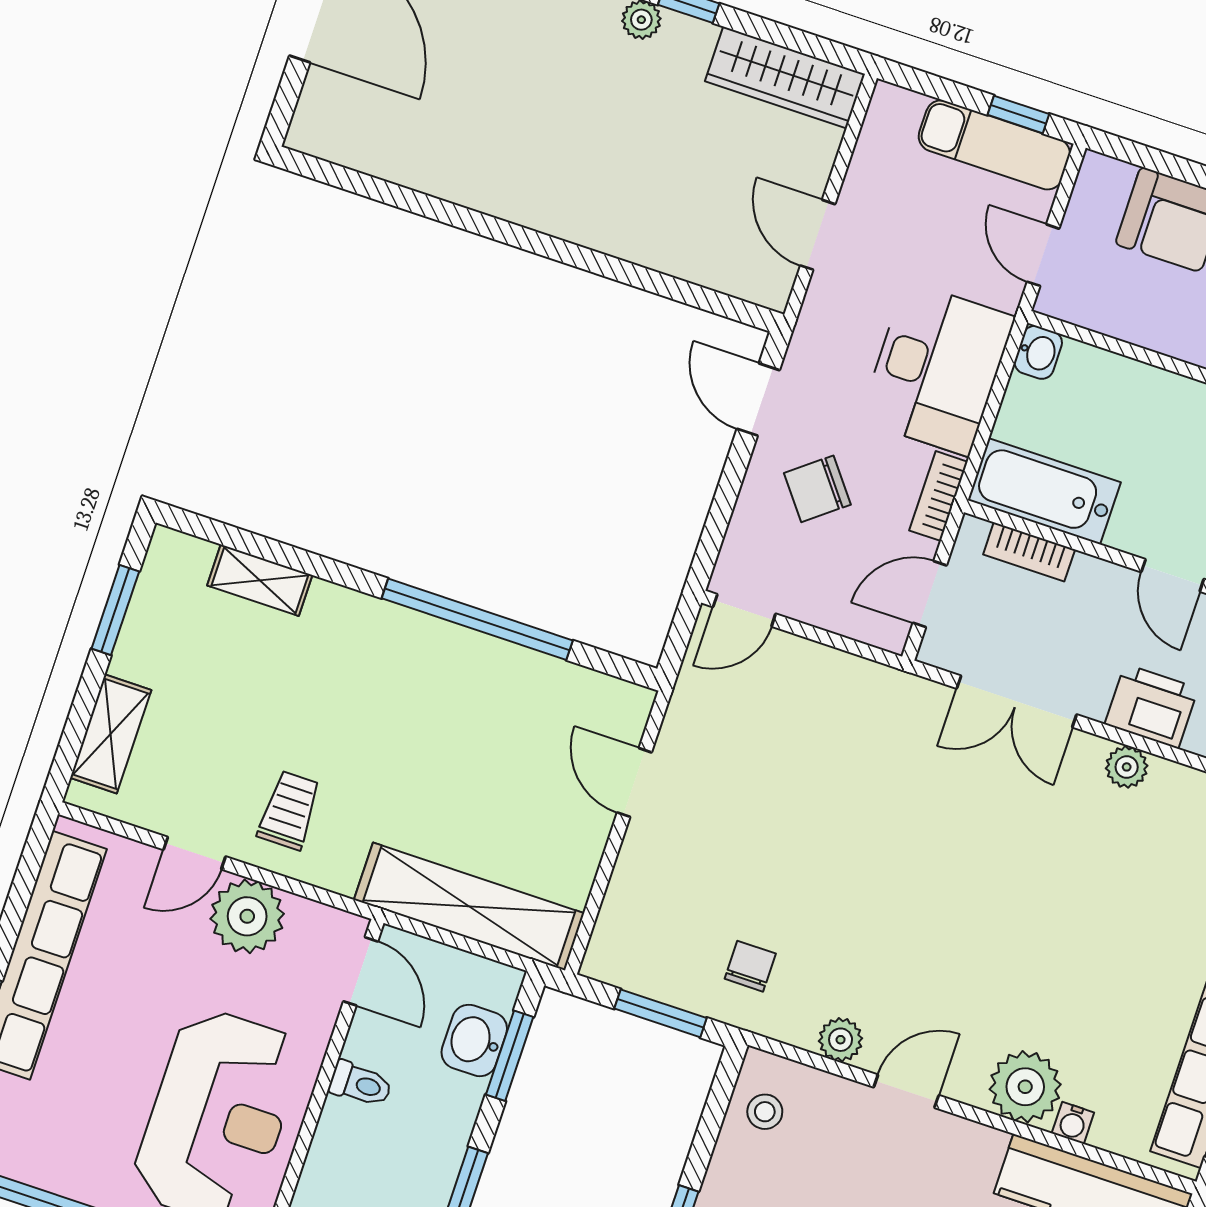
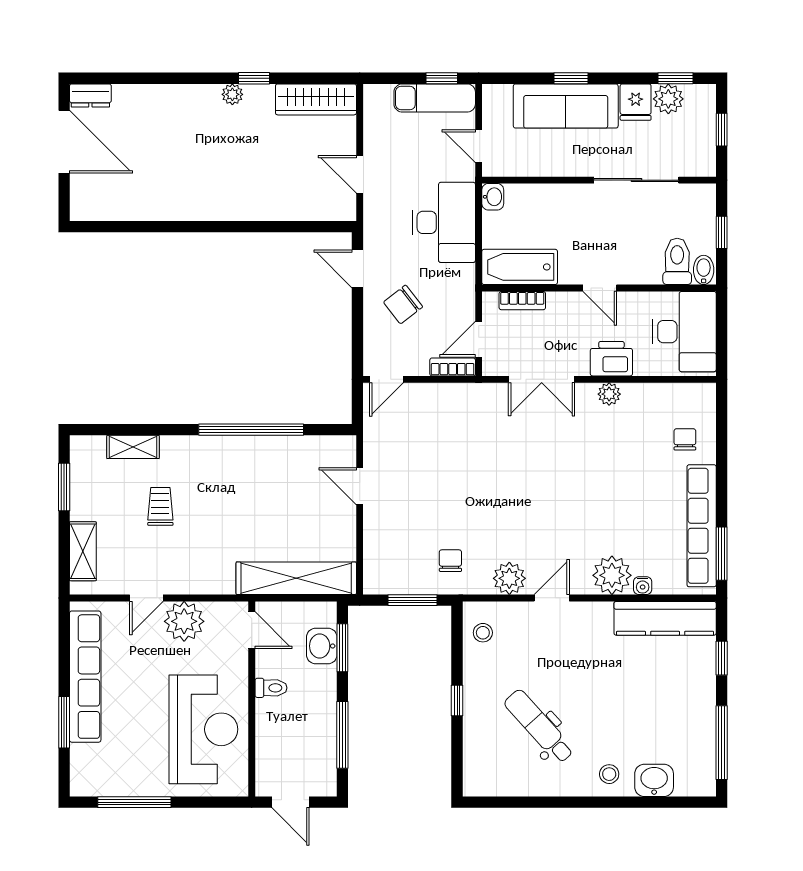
bookcase: (938, 496) -> (453, 367), moved, turned 90
trolley: (289, 810) -> (160, 506), moved
plant: (841, 1040) -> (509, 578), width x1.38, depth x1.38

